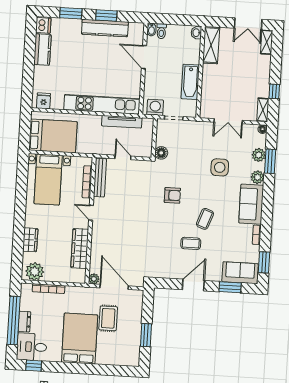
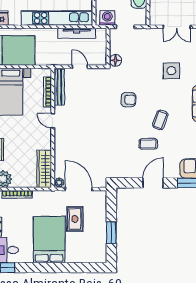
wardrobe: (80, 249) -> (44, 169), moved

